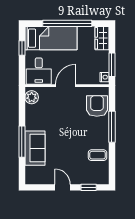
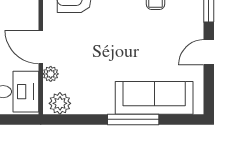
plant: (50, 92) -> (51, 74), added
sofa: (35, 148) -> (154, 98), width x1.36

